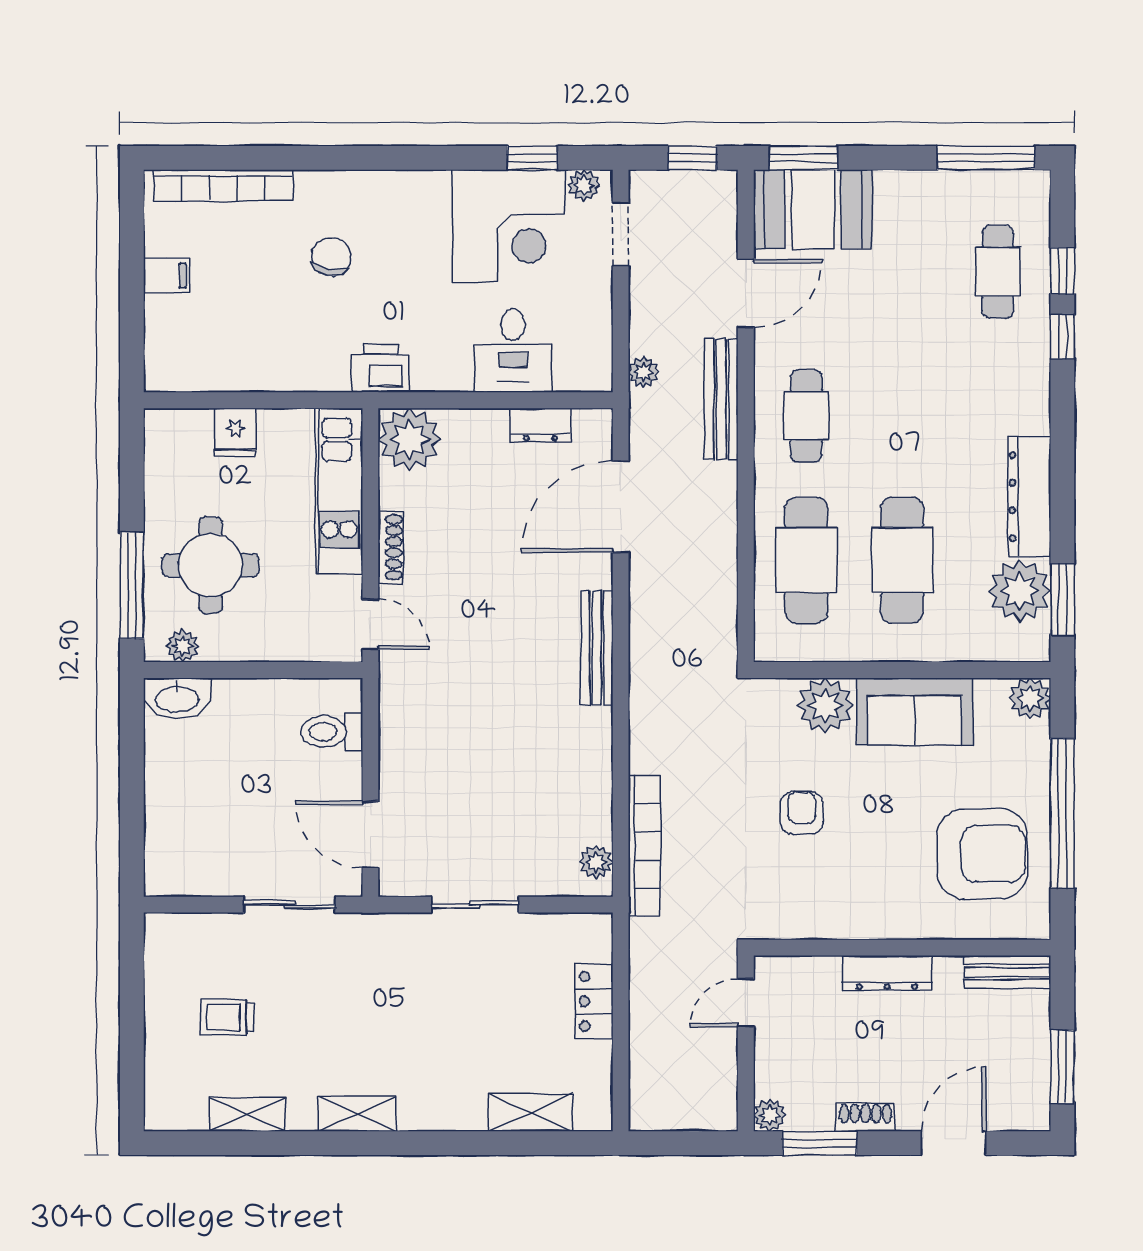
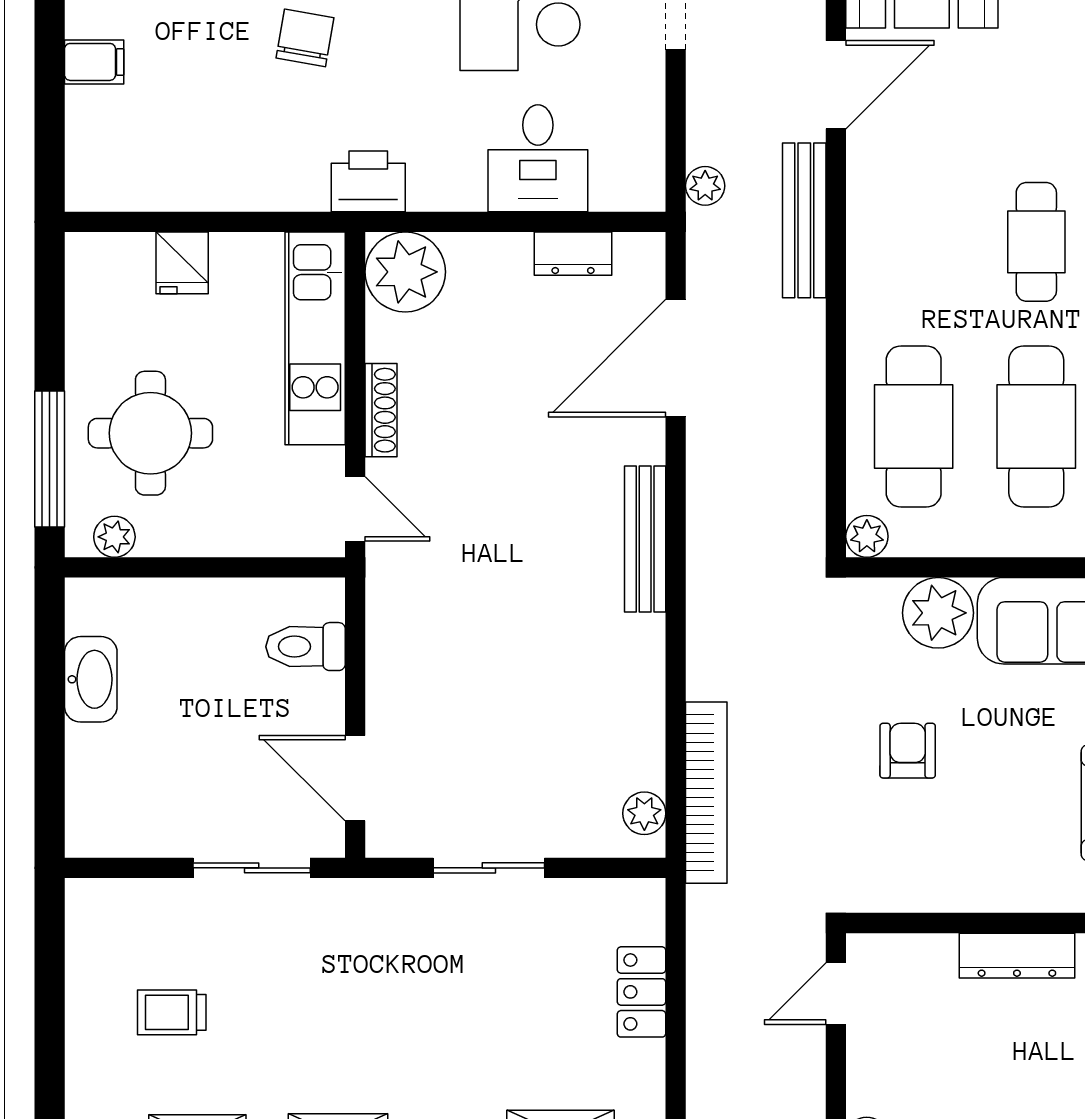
cafe table: (806, 416) -> (1036, 242), moved
plant: (770, 646) -> (867, 536), added
washbasin: (177, 698) -> (91, 679), moved, turned -90

